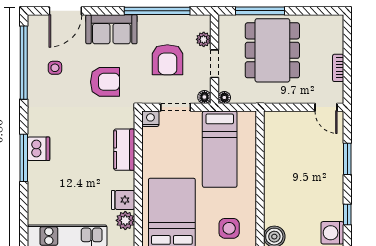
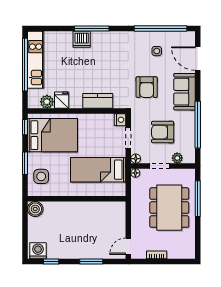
dining table: (272, 50) -> (169, 208), turned 90
dishwasher: (39, 149) -> (82, 39), moved

